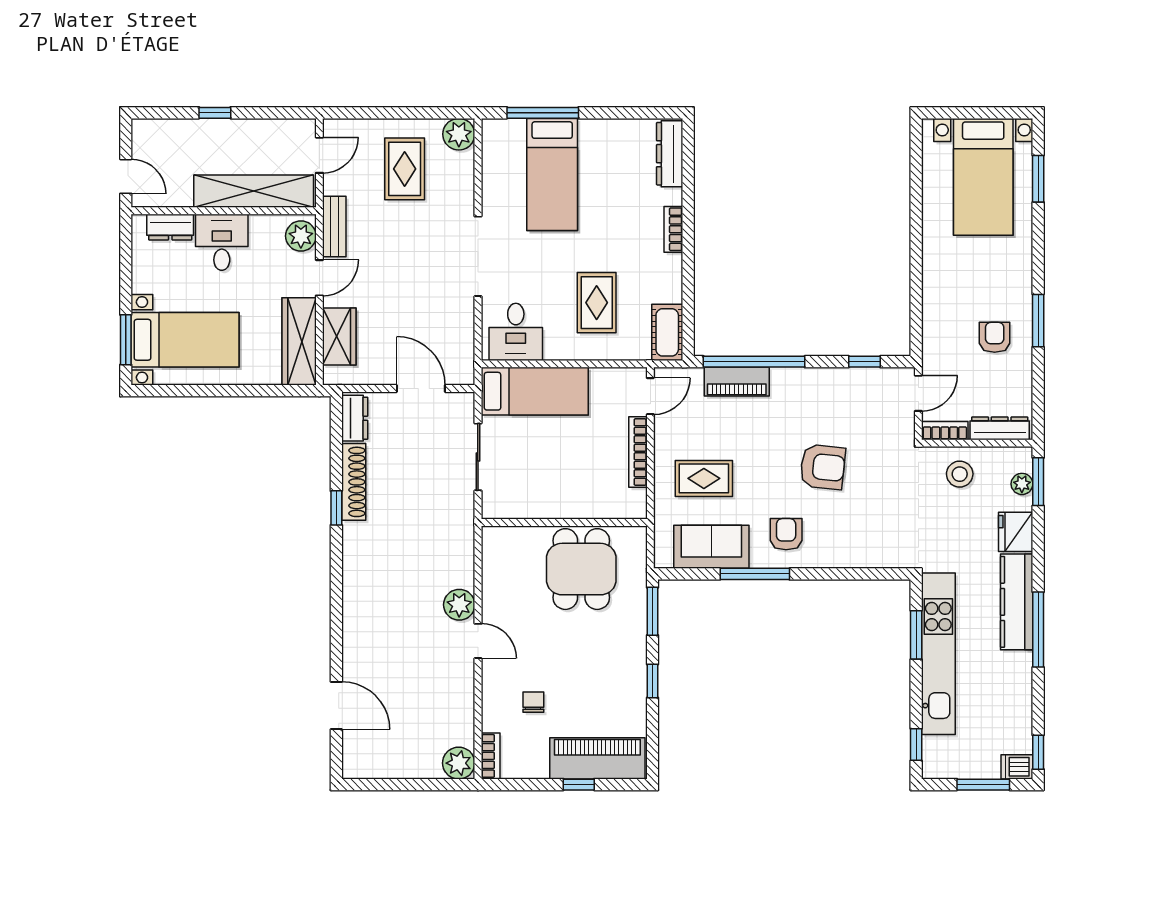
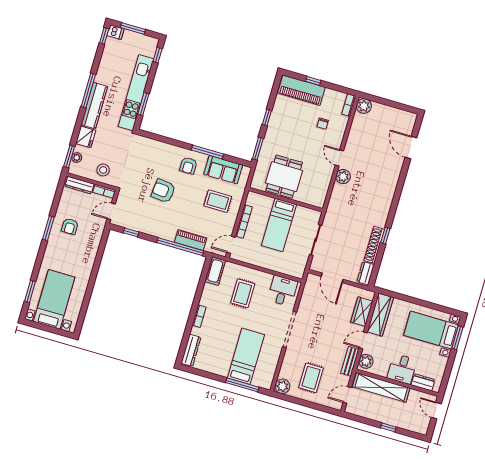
bed: (535, 391) -> (279, 225), moved, turned -90

